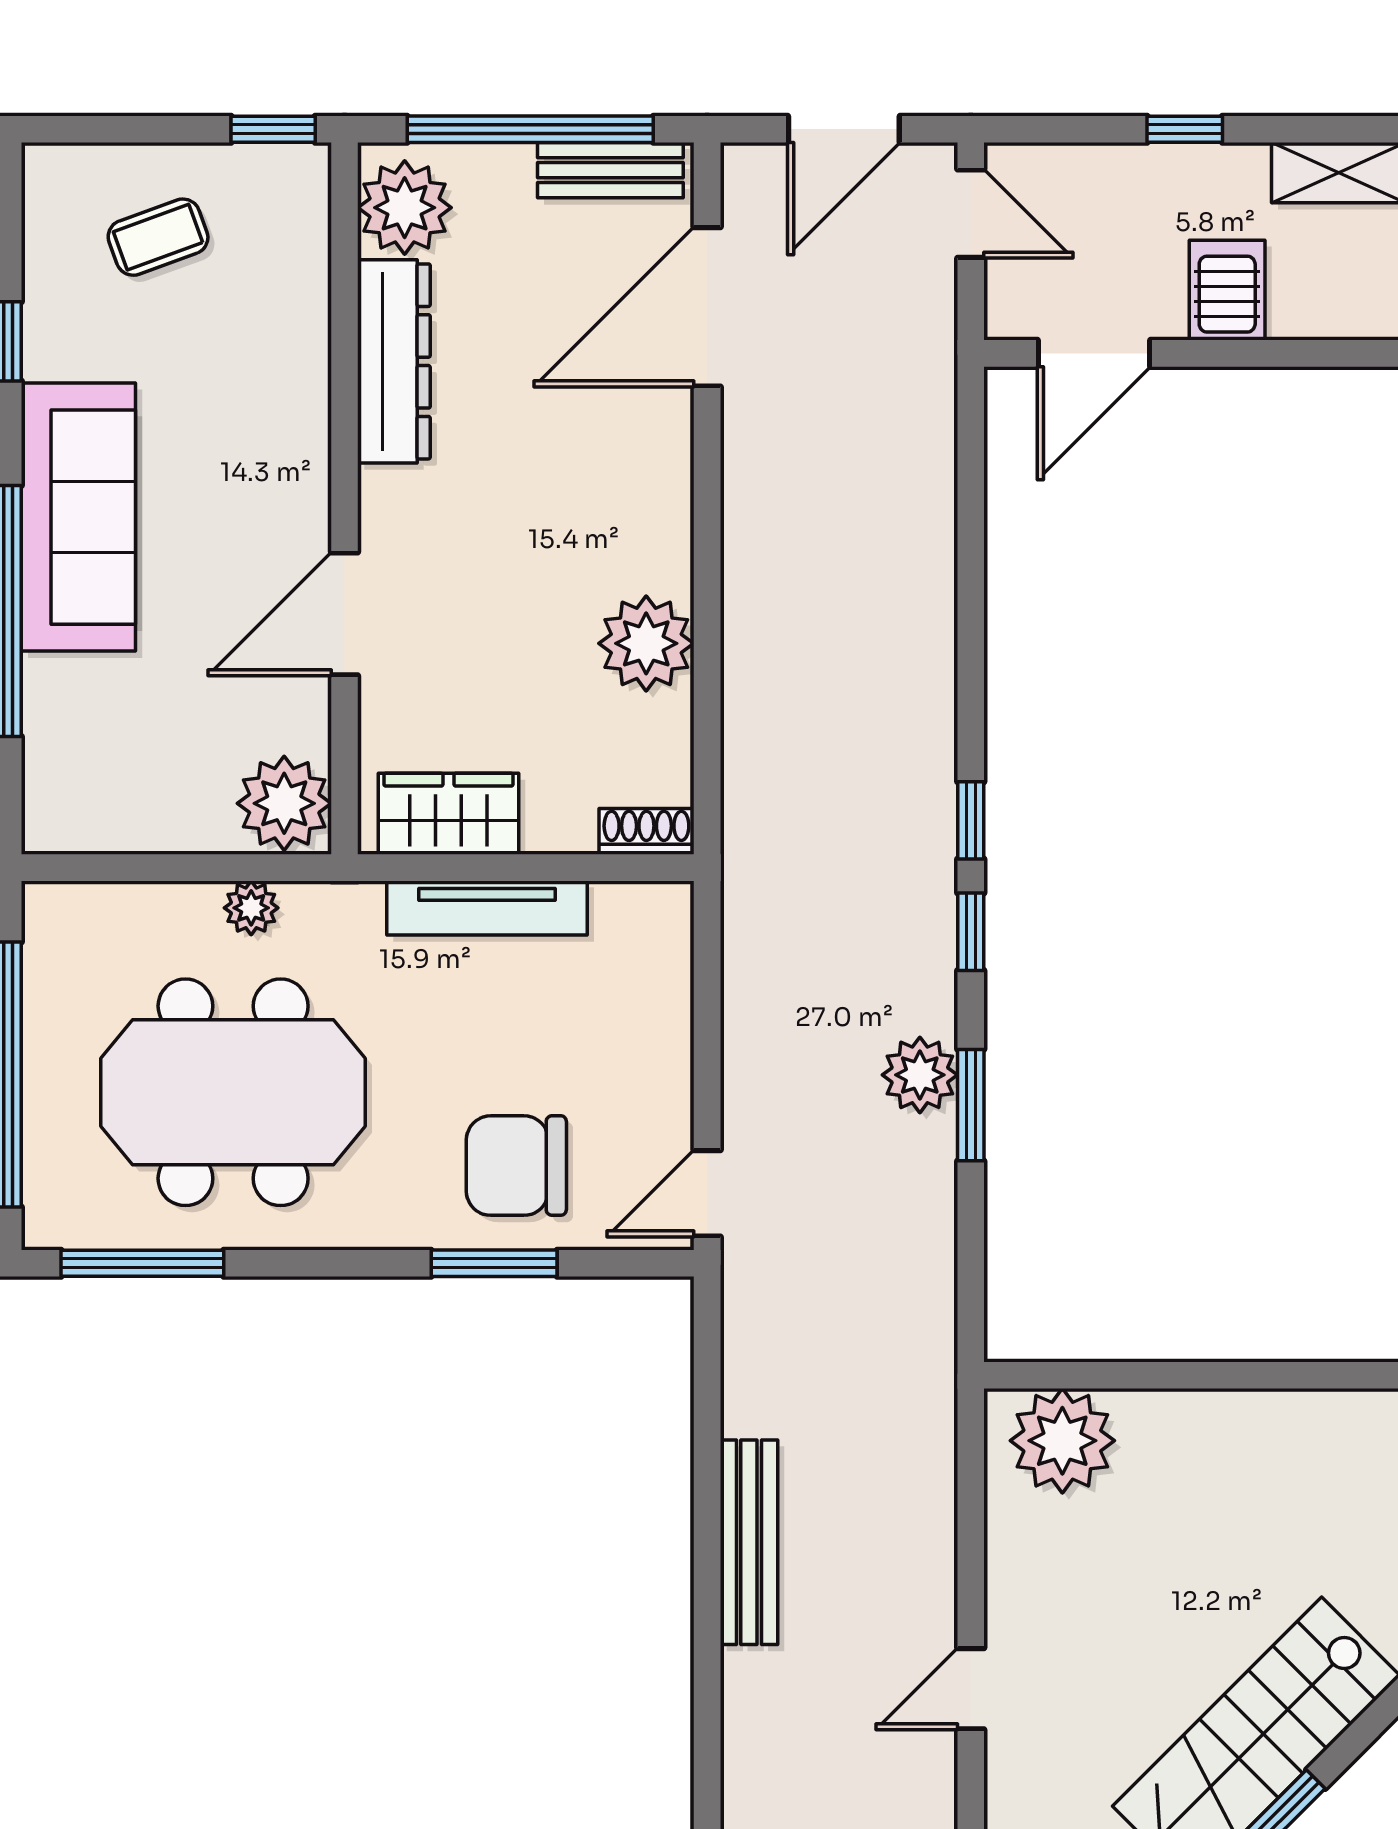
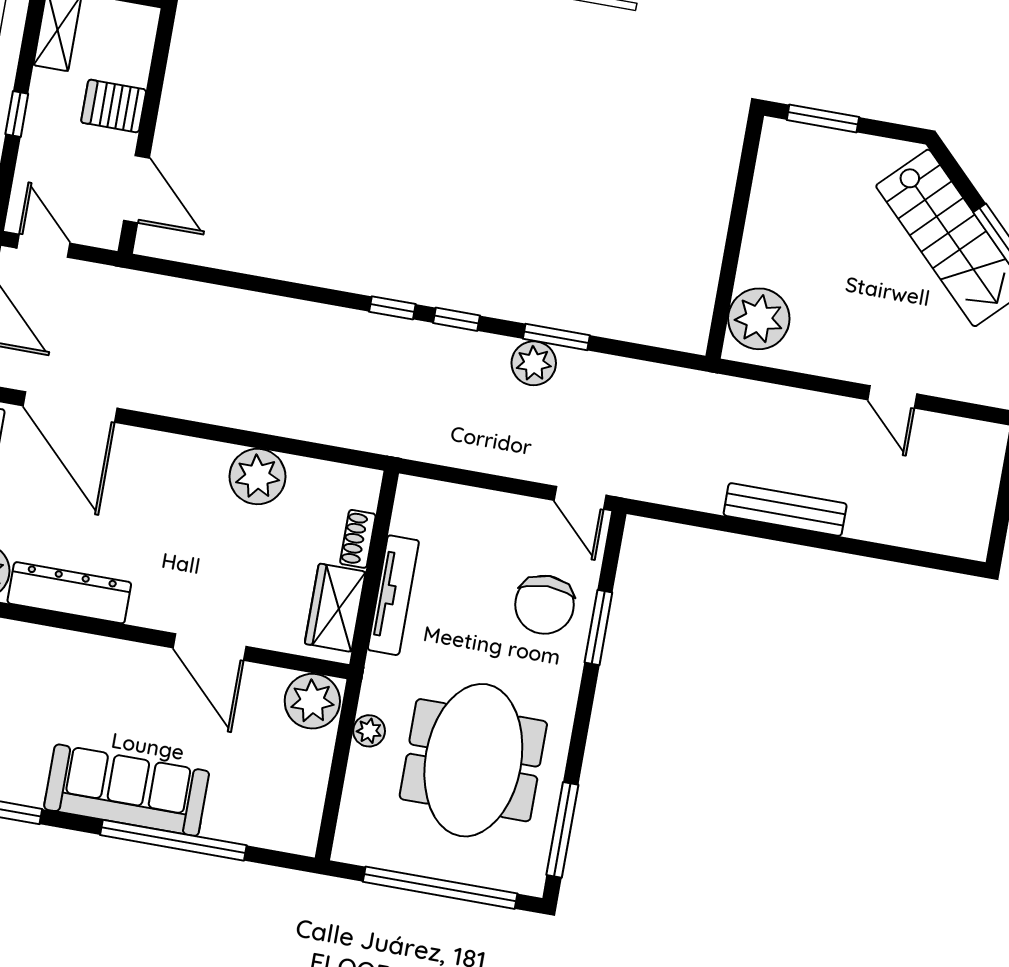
door: (971, 214) -> (43, 246), hinge flipped
shoe rack: (646, 831) -> (358, 539), moved

